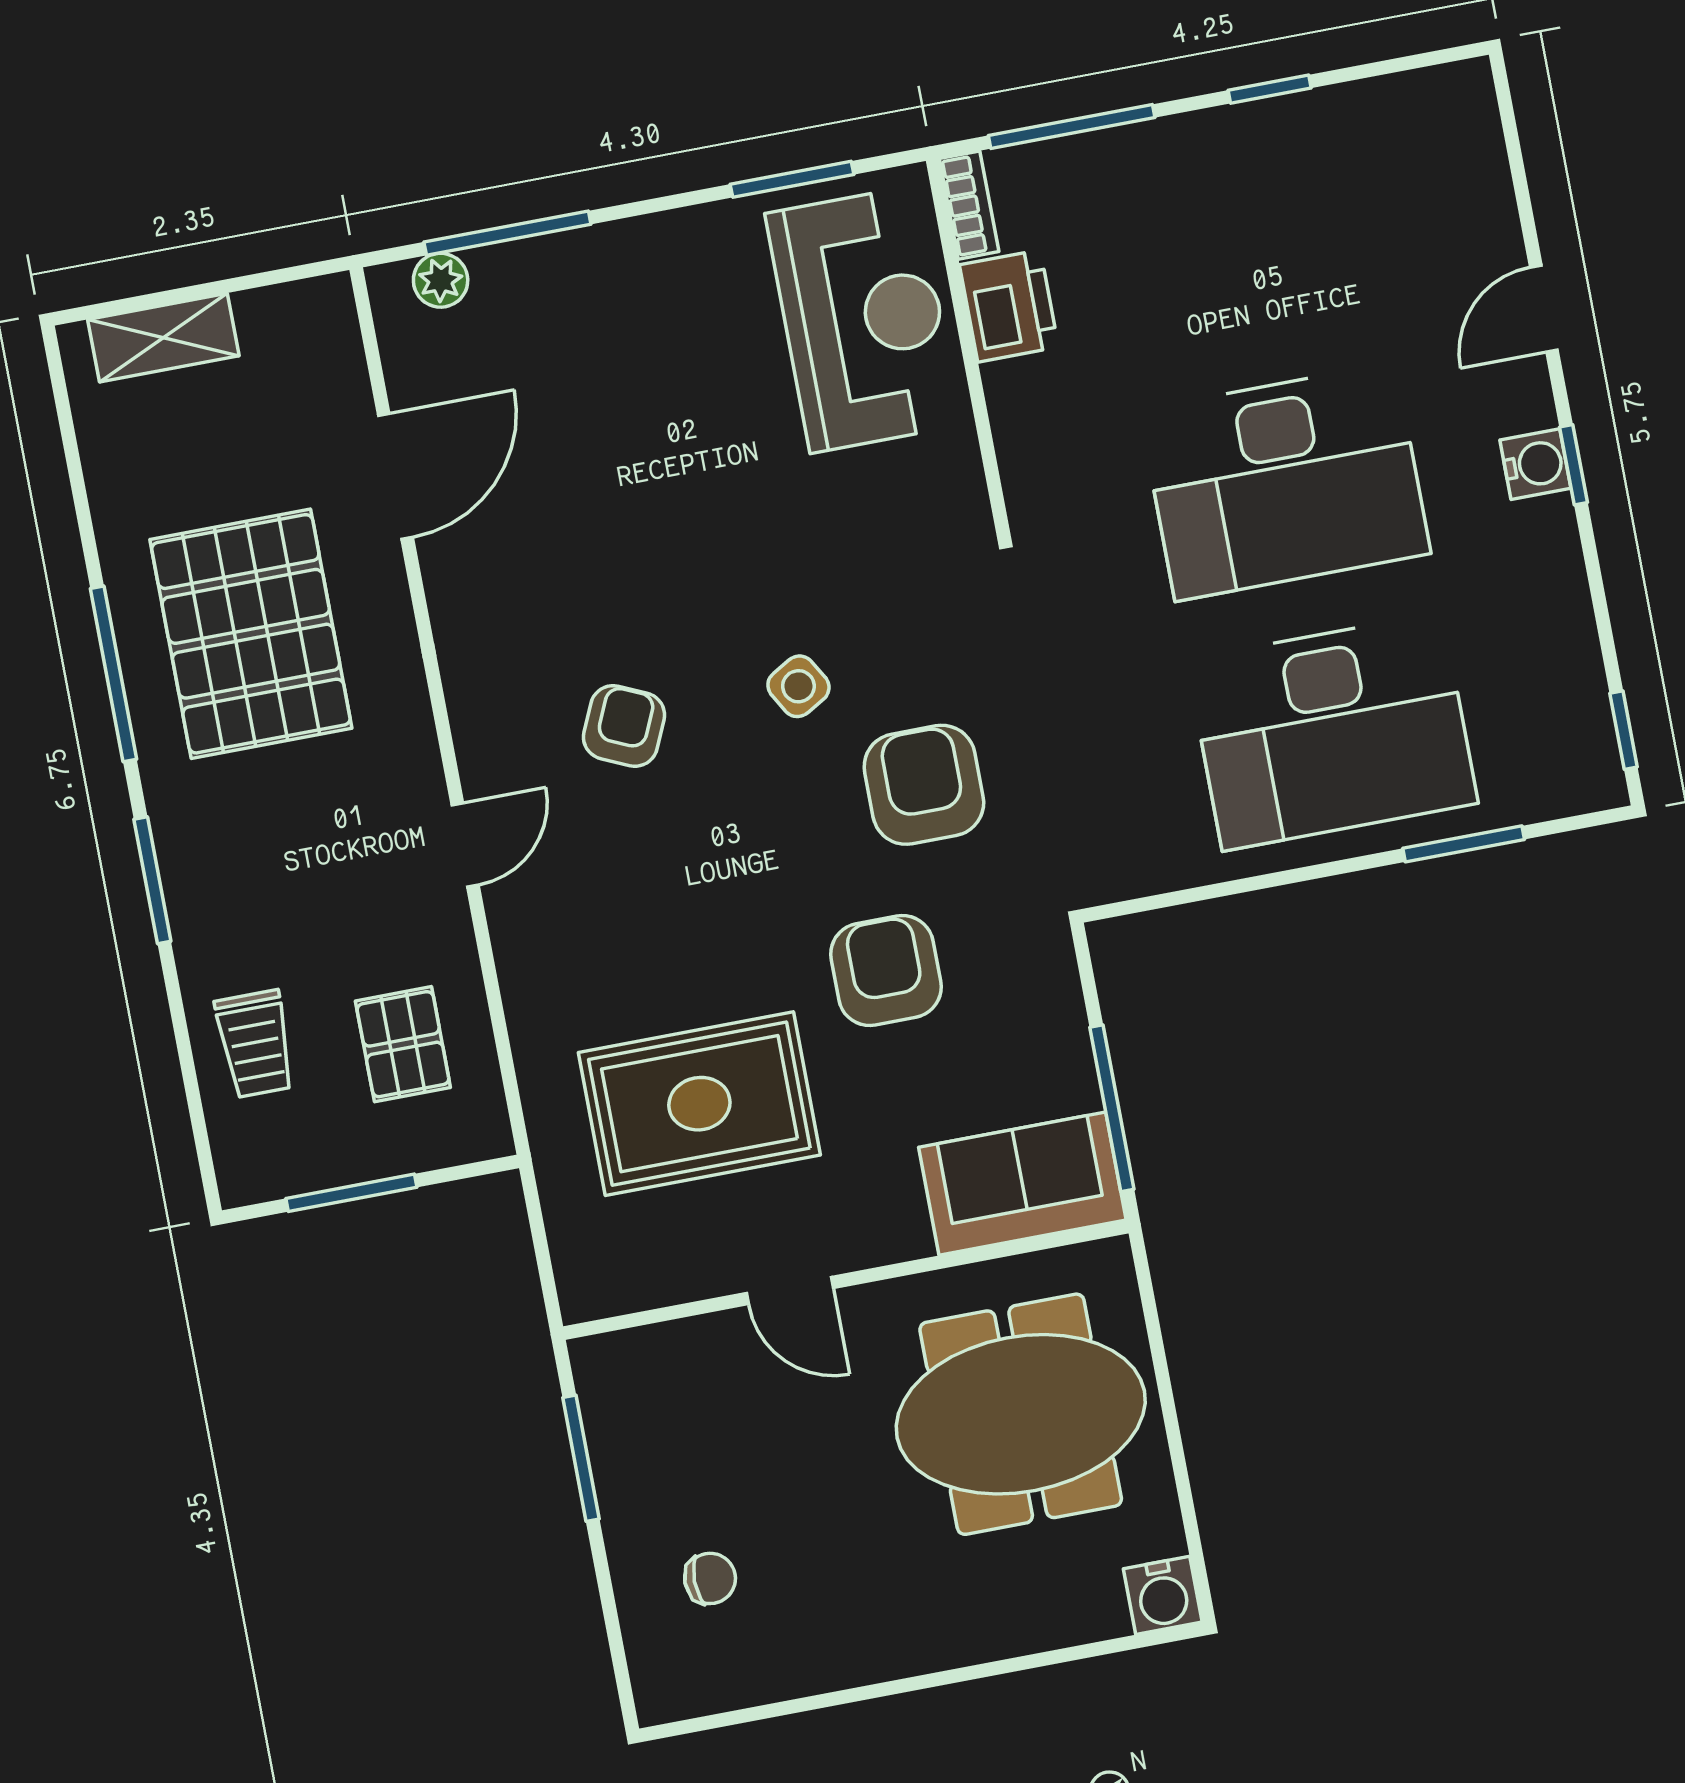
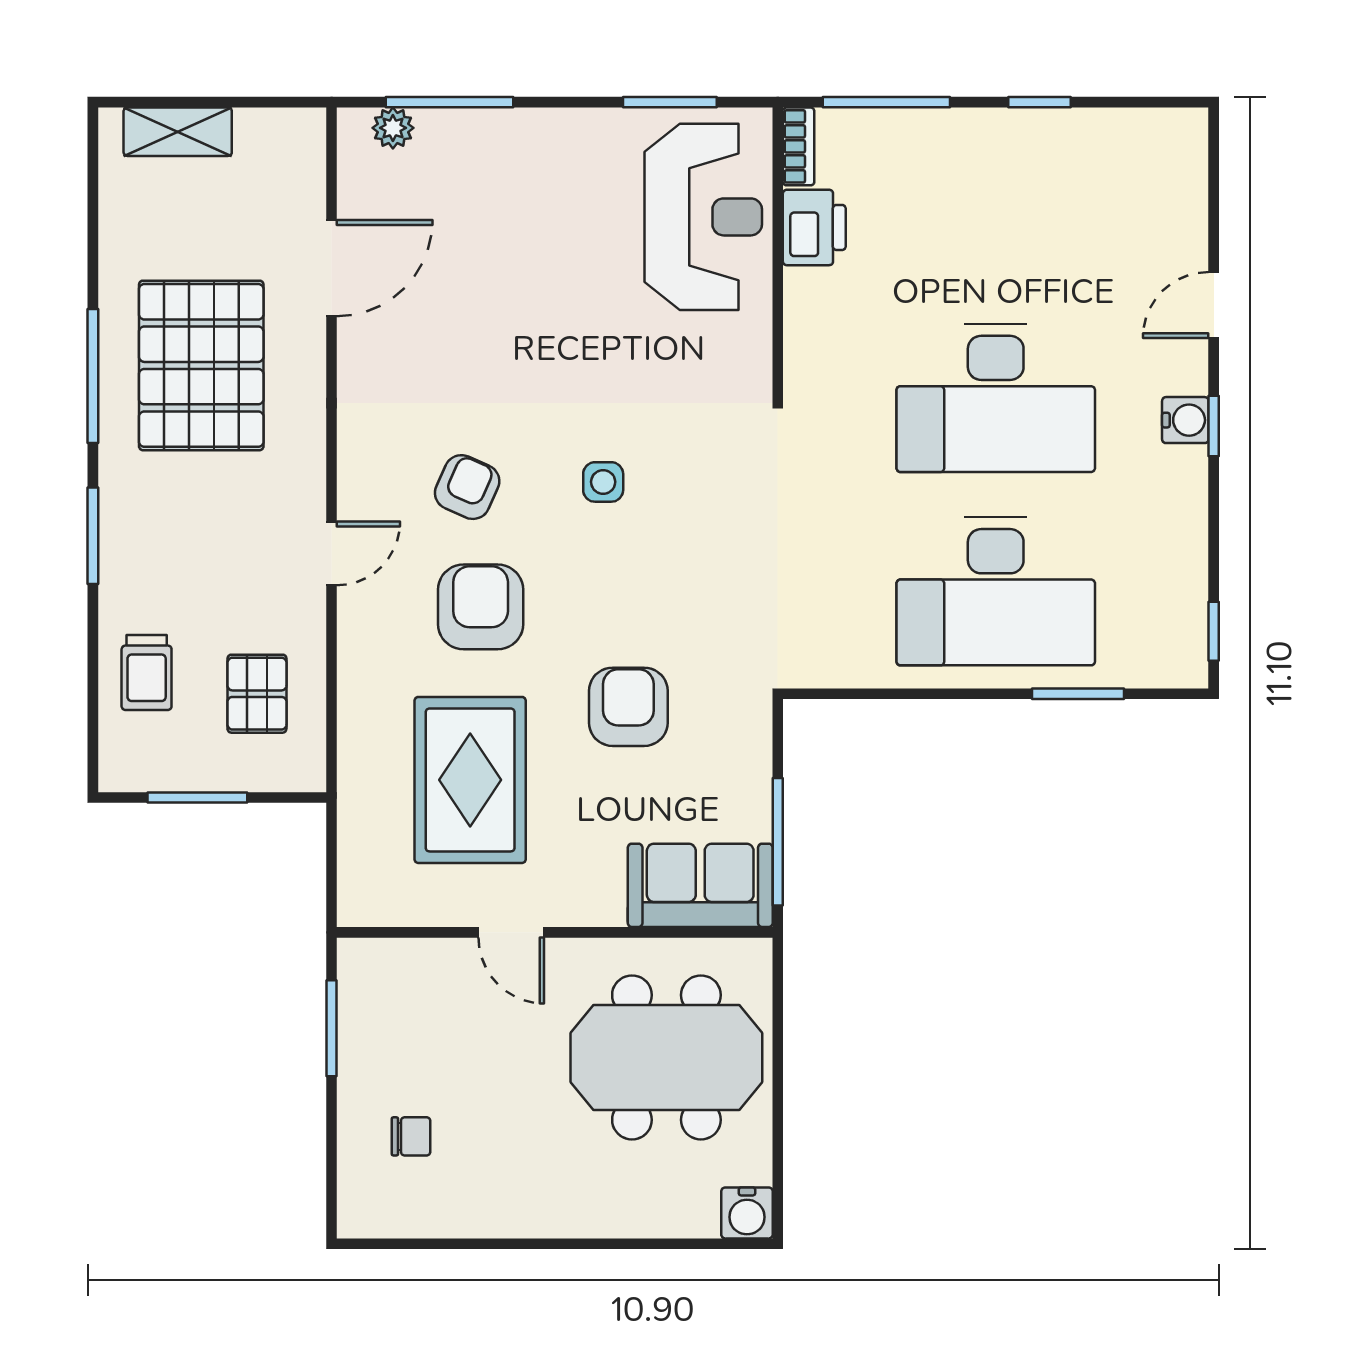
side table: (798, 686) -> (603, 482), turned 30
armchair: (924, 785) -> (481, 607), moved
rug: (699, 1104) -> (470, 780), turned 90

